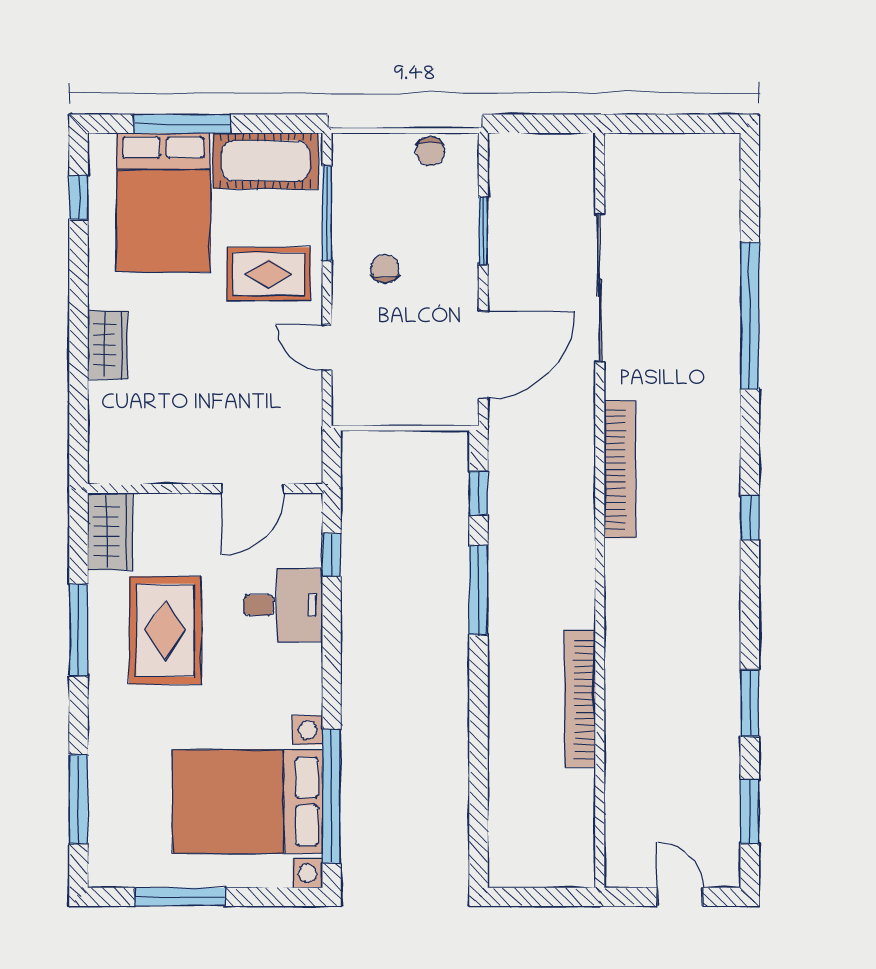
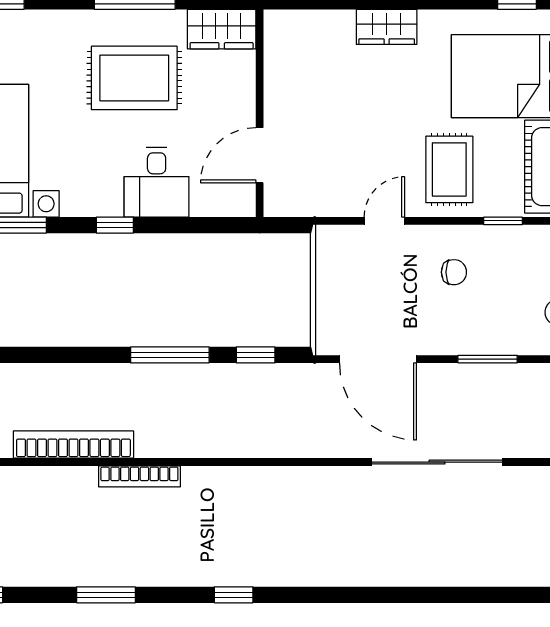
window: (327, 213) -> (503, 221), width x0.46
window: (750, 316) -> (412, 595), removed
bookcase: (620, 469) -> (139, 476), moved, width x0.68, depth x0.76
door: (253, 489) -> (260, 155), hinge flipped
window: (332, 555) -> (115, 225), moved
window: (750, 703) -> (106, 595), moved

